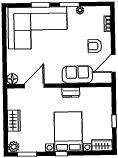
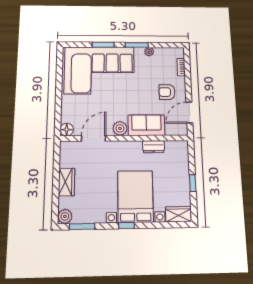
plant: (56, 77) -> (120, 128), added
dresser: (71, 92) -> (153, 147), moved

